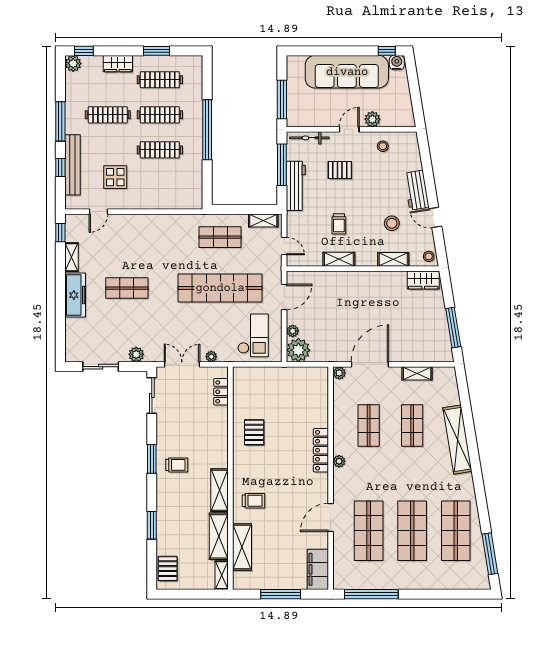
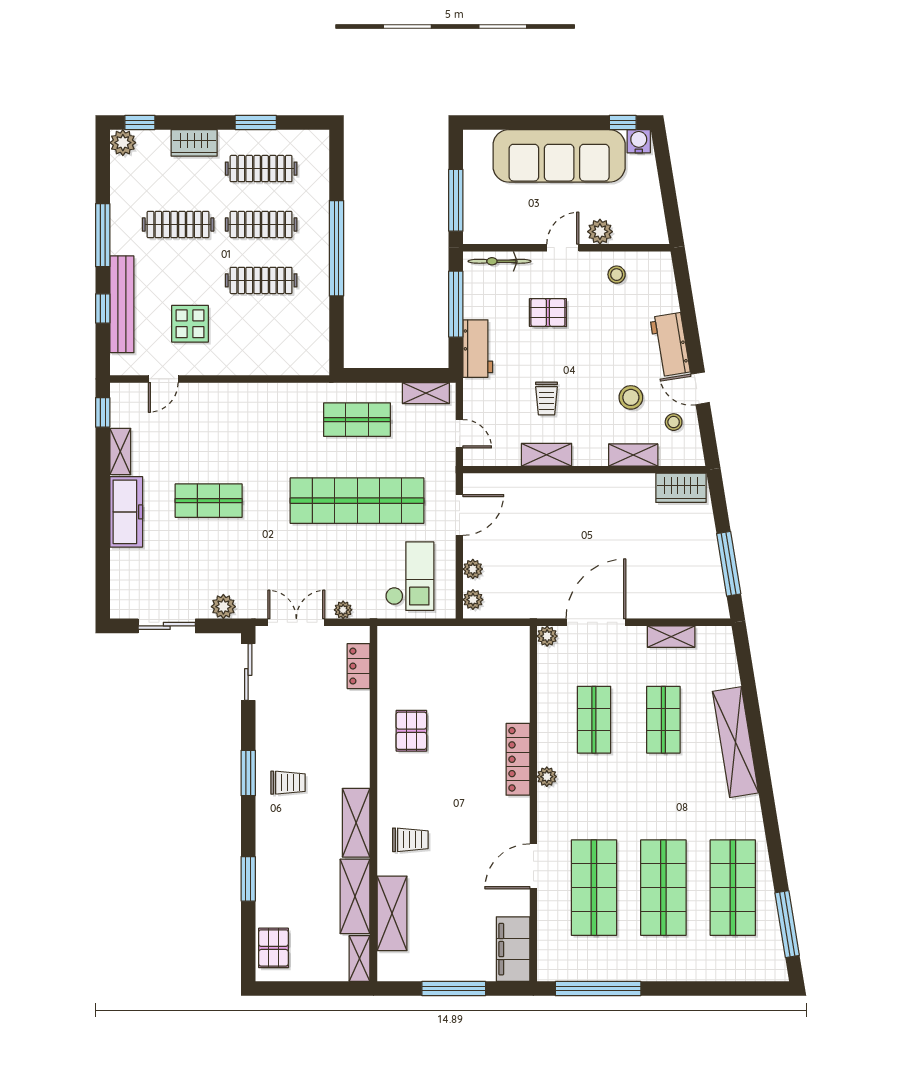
workbench: (296, 186) -> (478, 349), width x0.73
stool: (429, 256) -> (674, 422), moved
plant: (298, 350) -> (473, 600), width x0.53, depth x0.53

